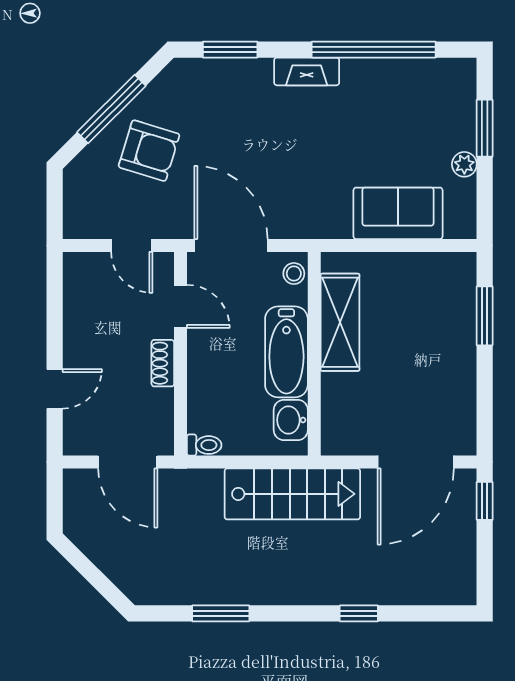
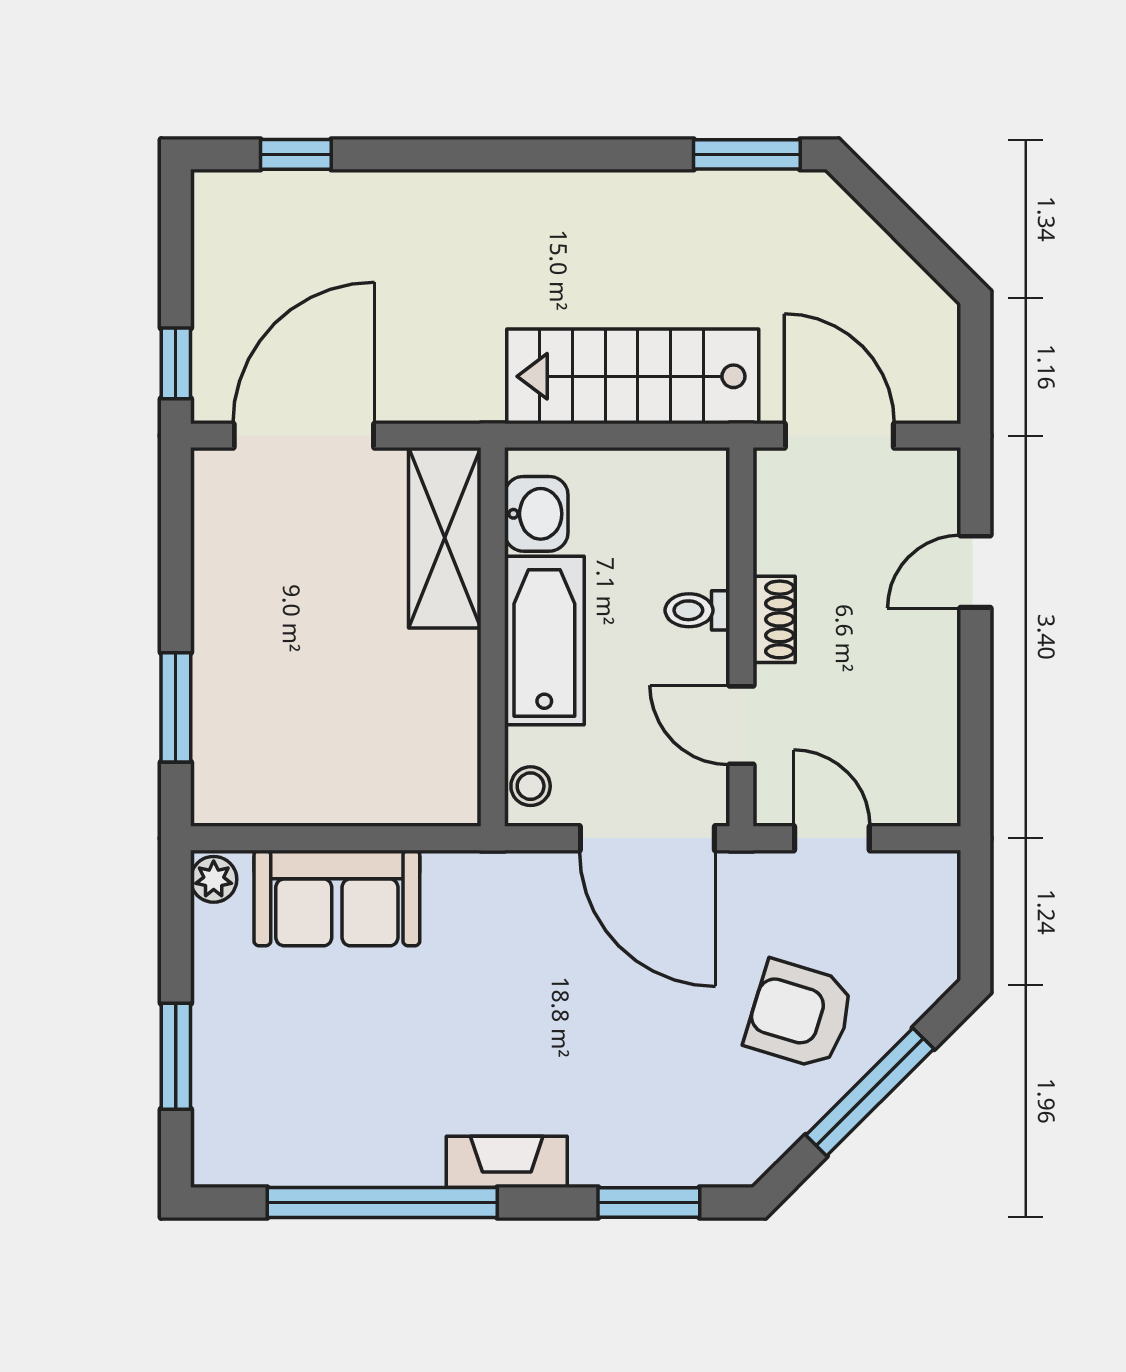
plant: (464, 164) -> (214, 879), moved
shelving: (340, 322) -> (445, 538), moved
toilet: (204, 445) -> (697, 610), moved
stairs: (292, 494) -> (633, 376), moved
window: (221, 613) -> (747, 154), moved
window: (359, 613) -> (296, 154), moved

